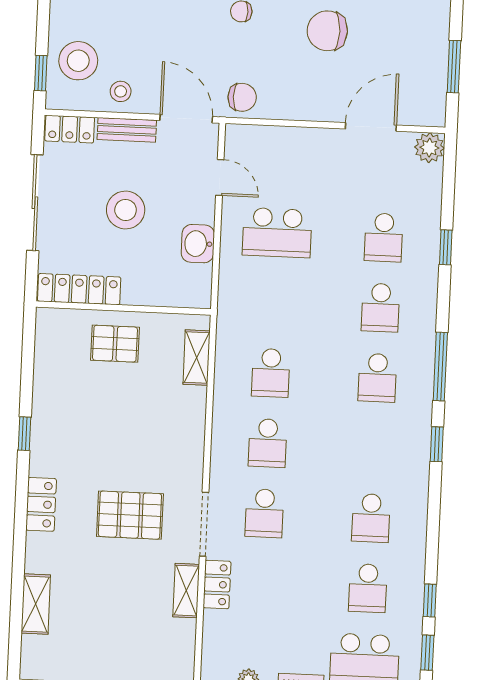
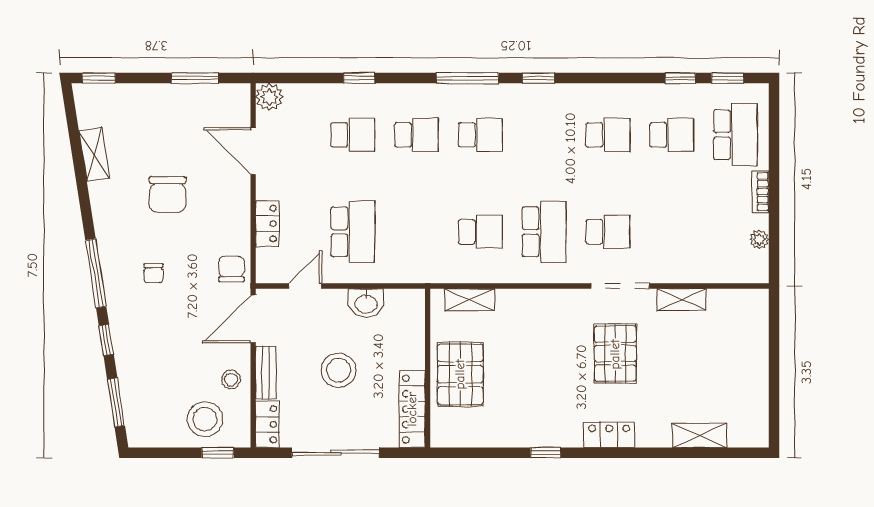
pallet: (115, 344) -> (460, 374), width x1.50, depth x1.42
school desk: (268, 443) -> (544, 232), width x1.85
locker: (217, 585) -> (267, 224), moved, turned 90

